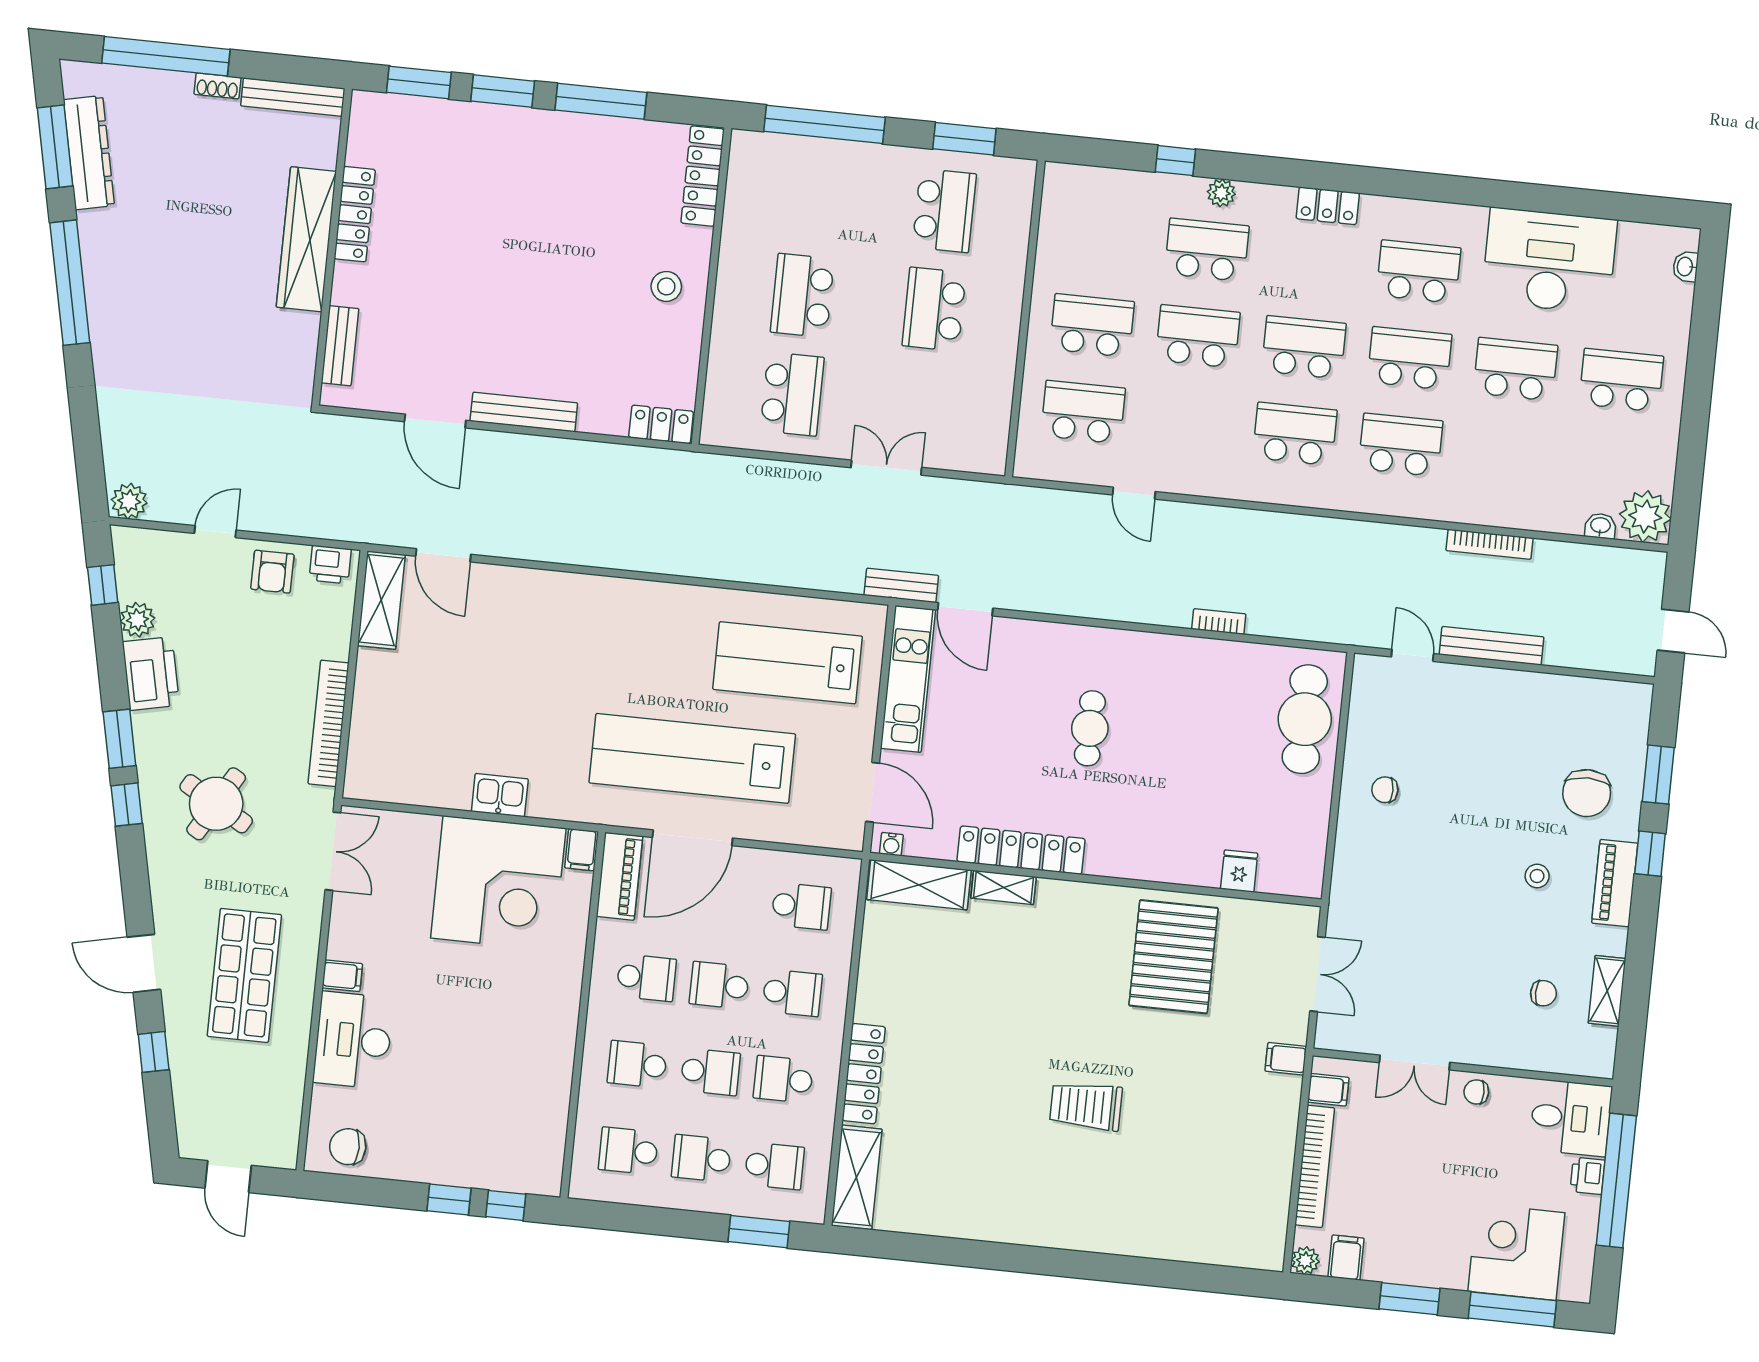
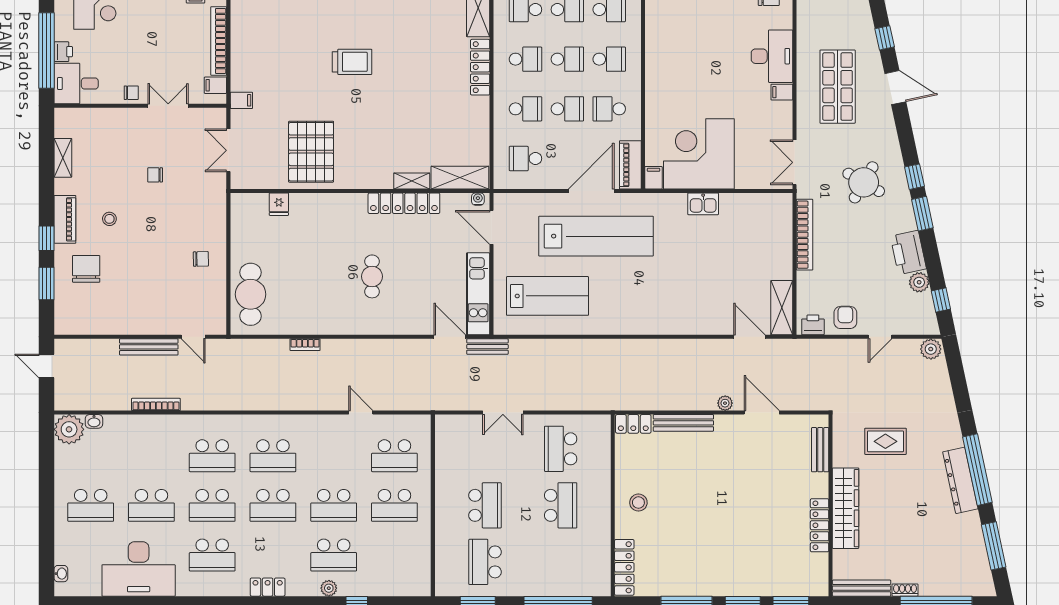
dresser: (89, 153) -> (960, 480), moved
rug: (225, 349) -> (885, 441), added
bench: (524, 412) -> (683, 423), moved
plant: (498, 444) -> (725, 403), added
school desk: (792, 993) -> (525, 109), turned 180
chair: (1543, 993) -> (155, 175), moved
school desk: (710, 1072) -> (567, 59), turned 180

